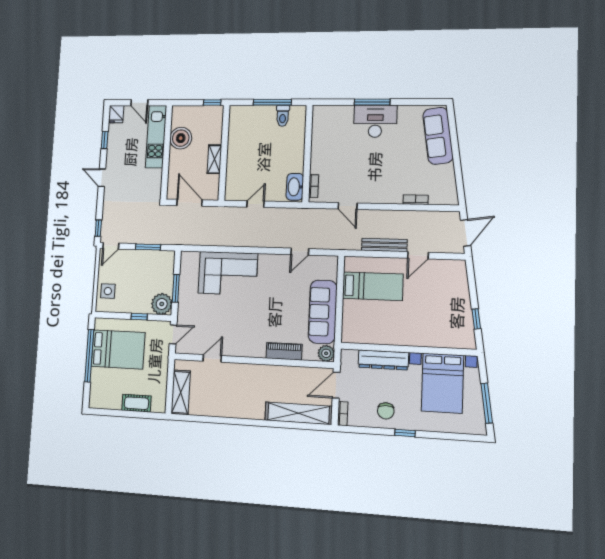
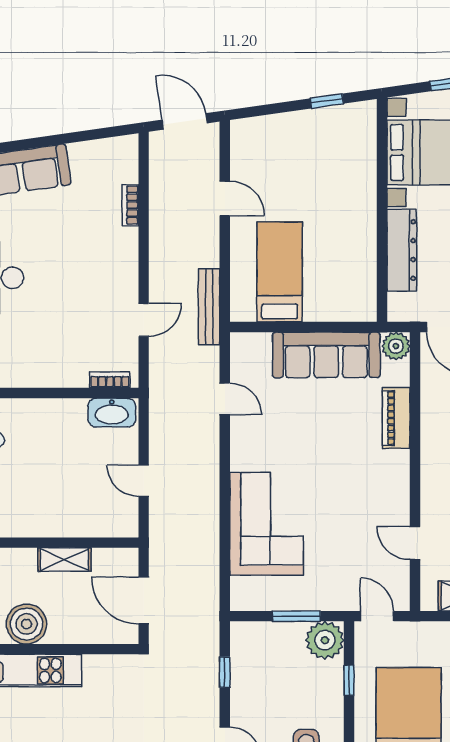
door: (189, 203) -> (144, 601), hinge flipped
bench: (384, 245) -> (209, 307), moved
window: (148, 247) -> (225, 672), width x0.67

